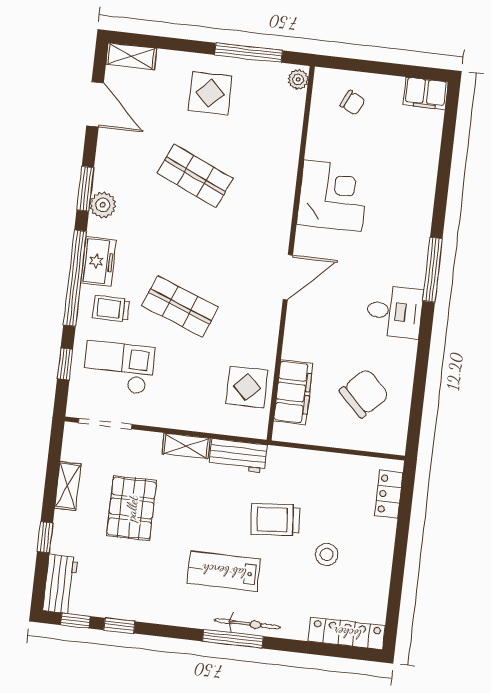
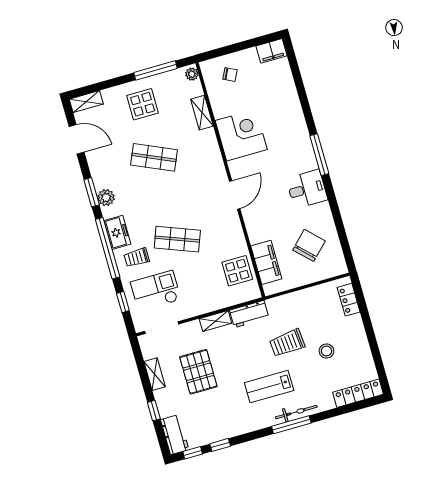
shelving: (290, 140) -> (202, 113), added

